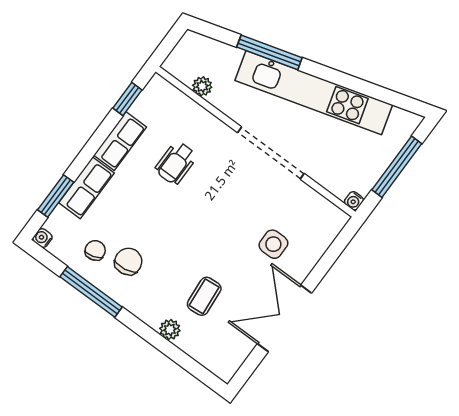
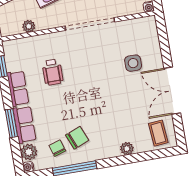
window: (56, 196) -> (11, 123), moved
plant: (60, 222) -> (29, 152), added
chair: (128, 262) -> (77, 138), turned 77
coffee table: (204, 296) -> (158, 133), moved

